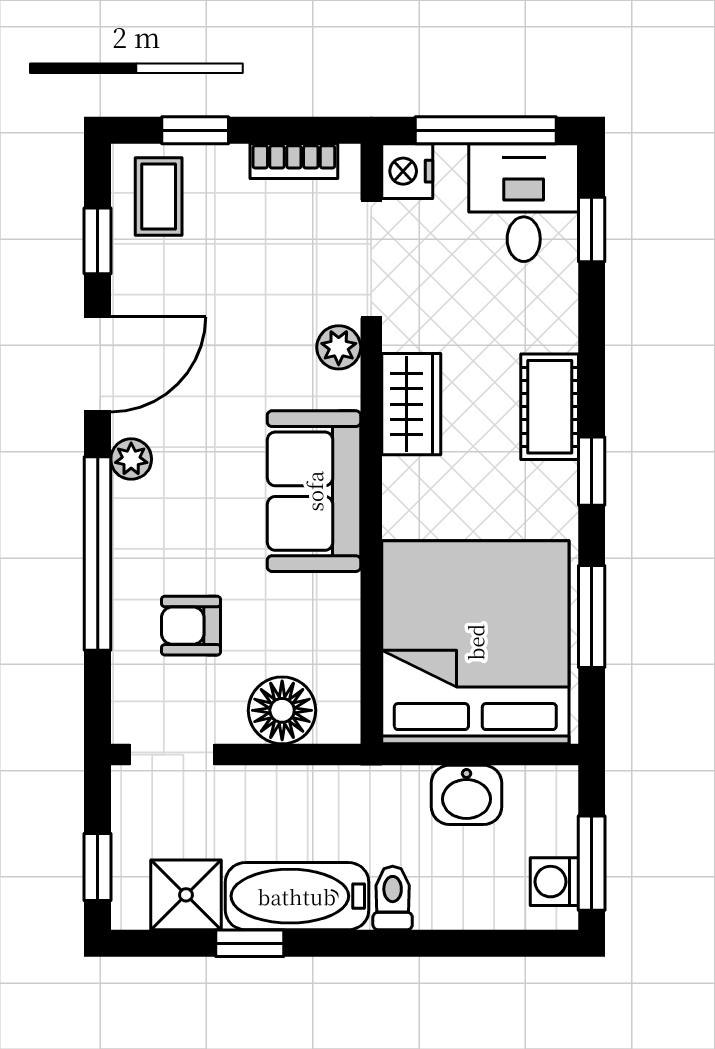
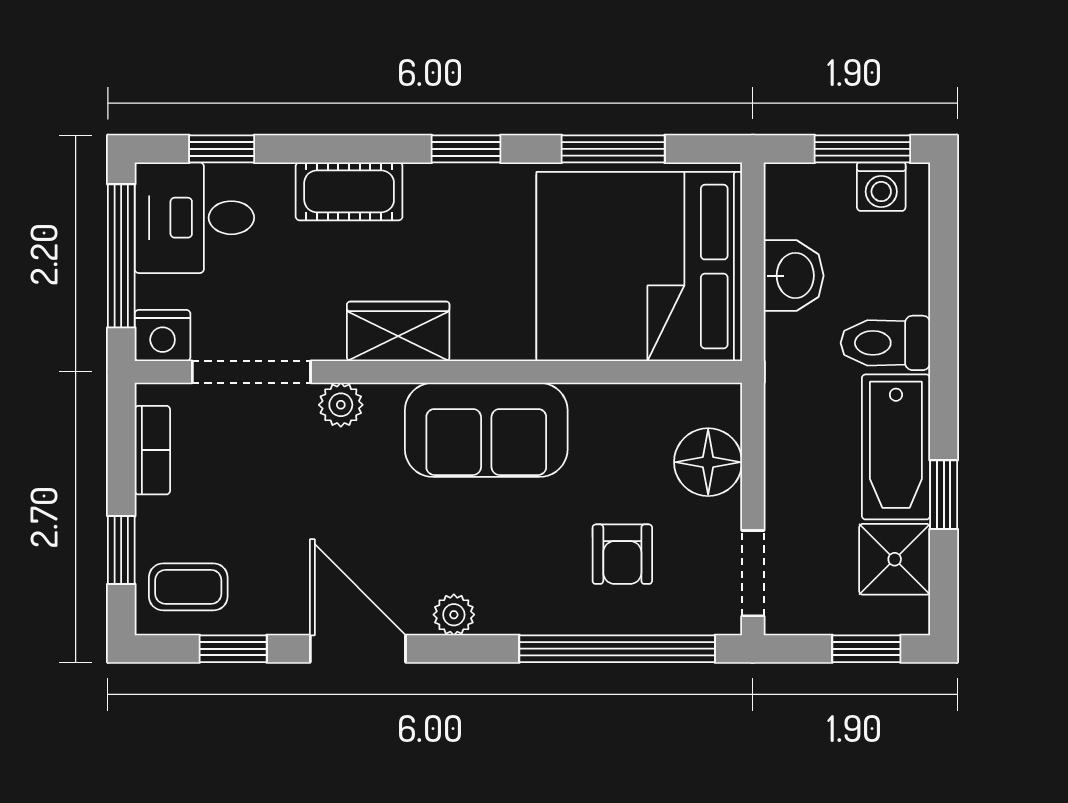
cot: (550, 407) -> (349, 191), moved
window: (98, 553) -> (617, 649), moved
toilet: (393, 898) -> (885, 343), width x1.37, depth x1.39

